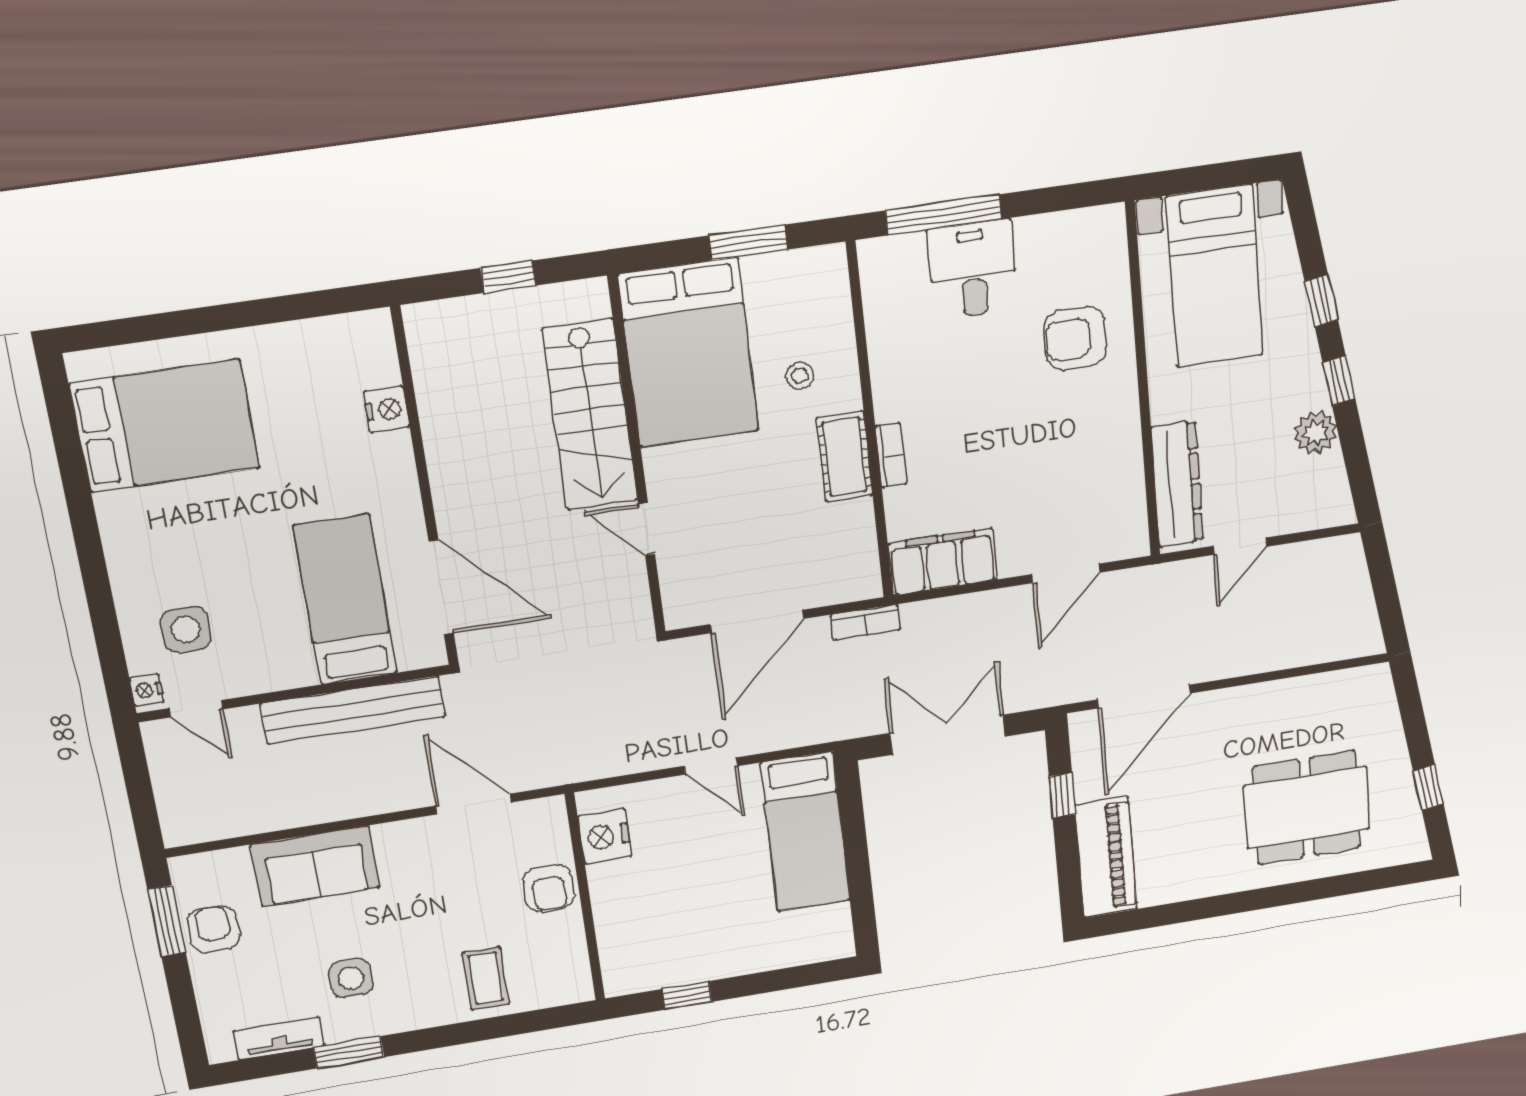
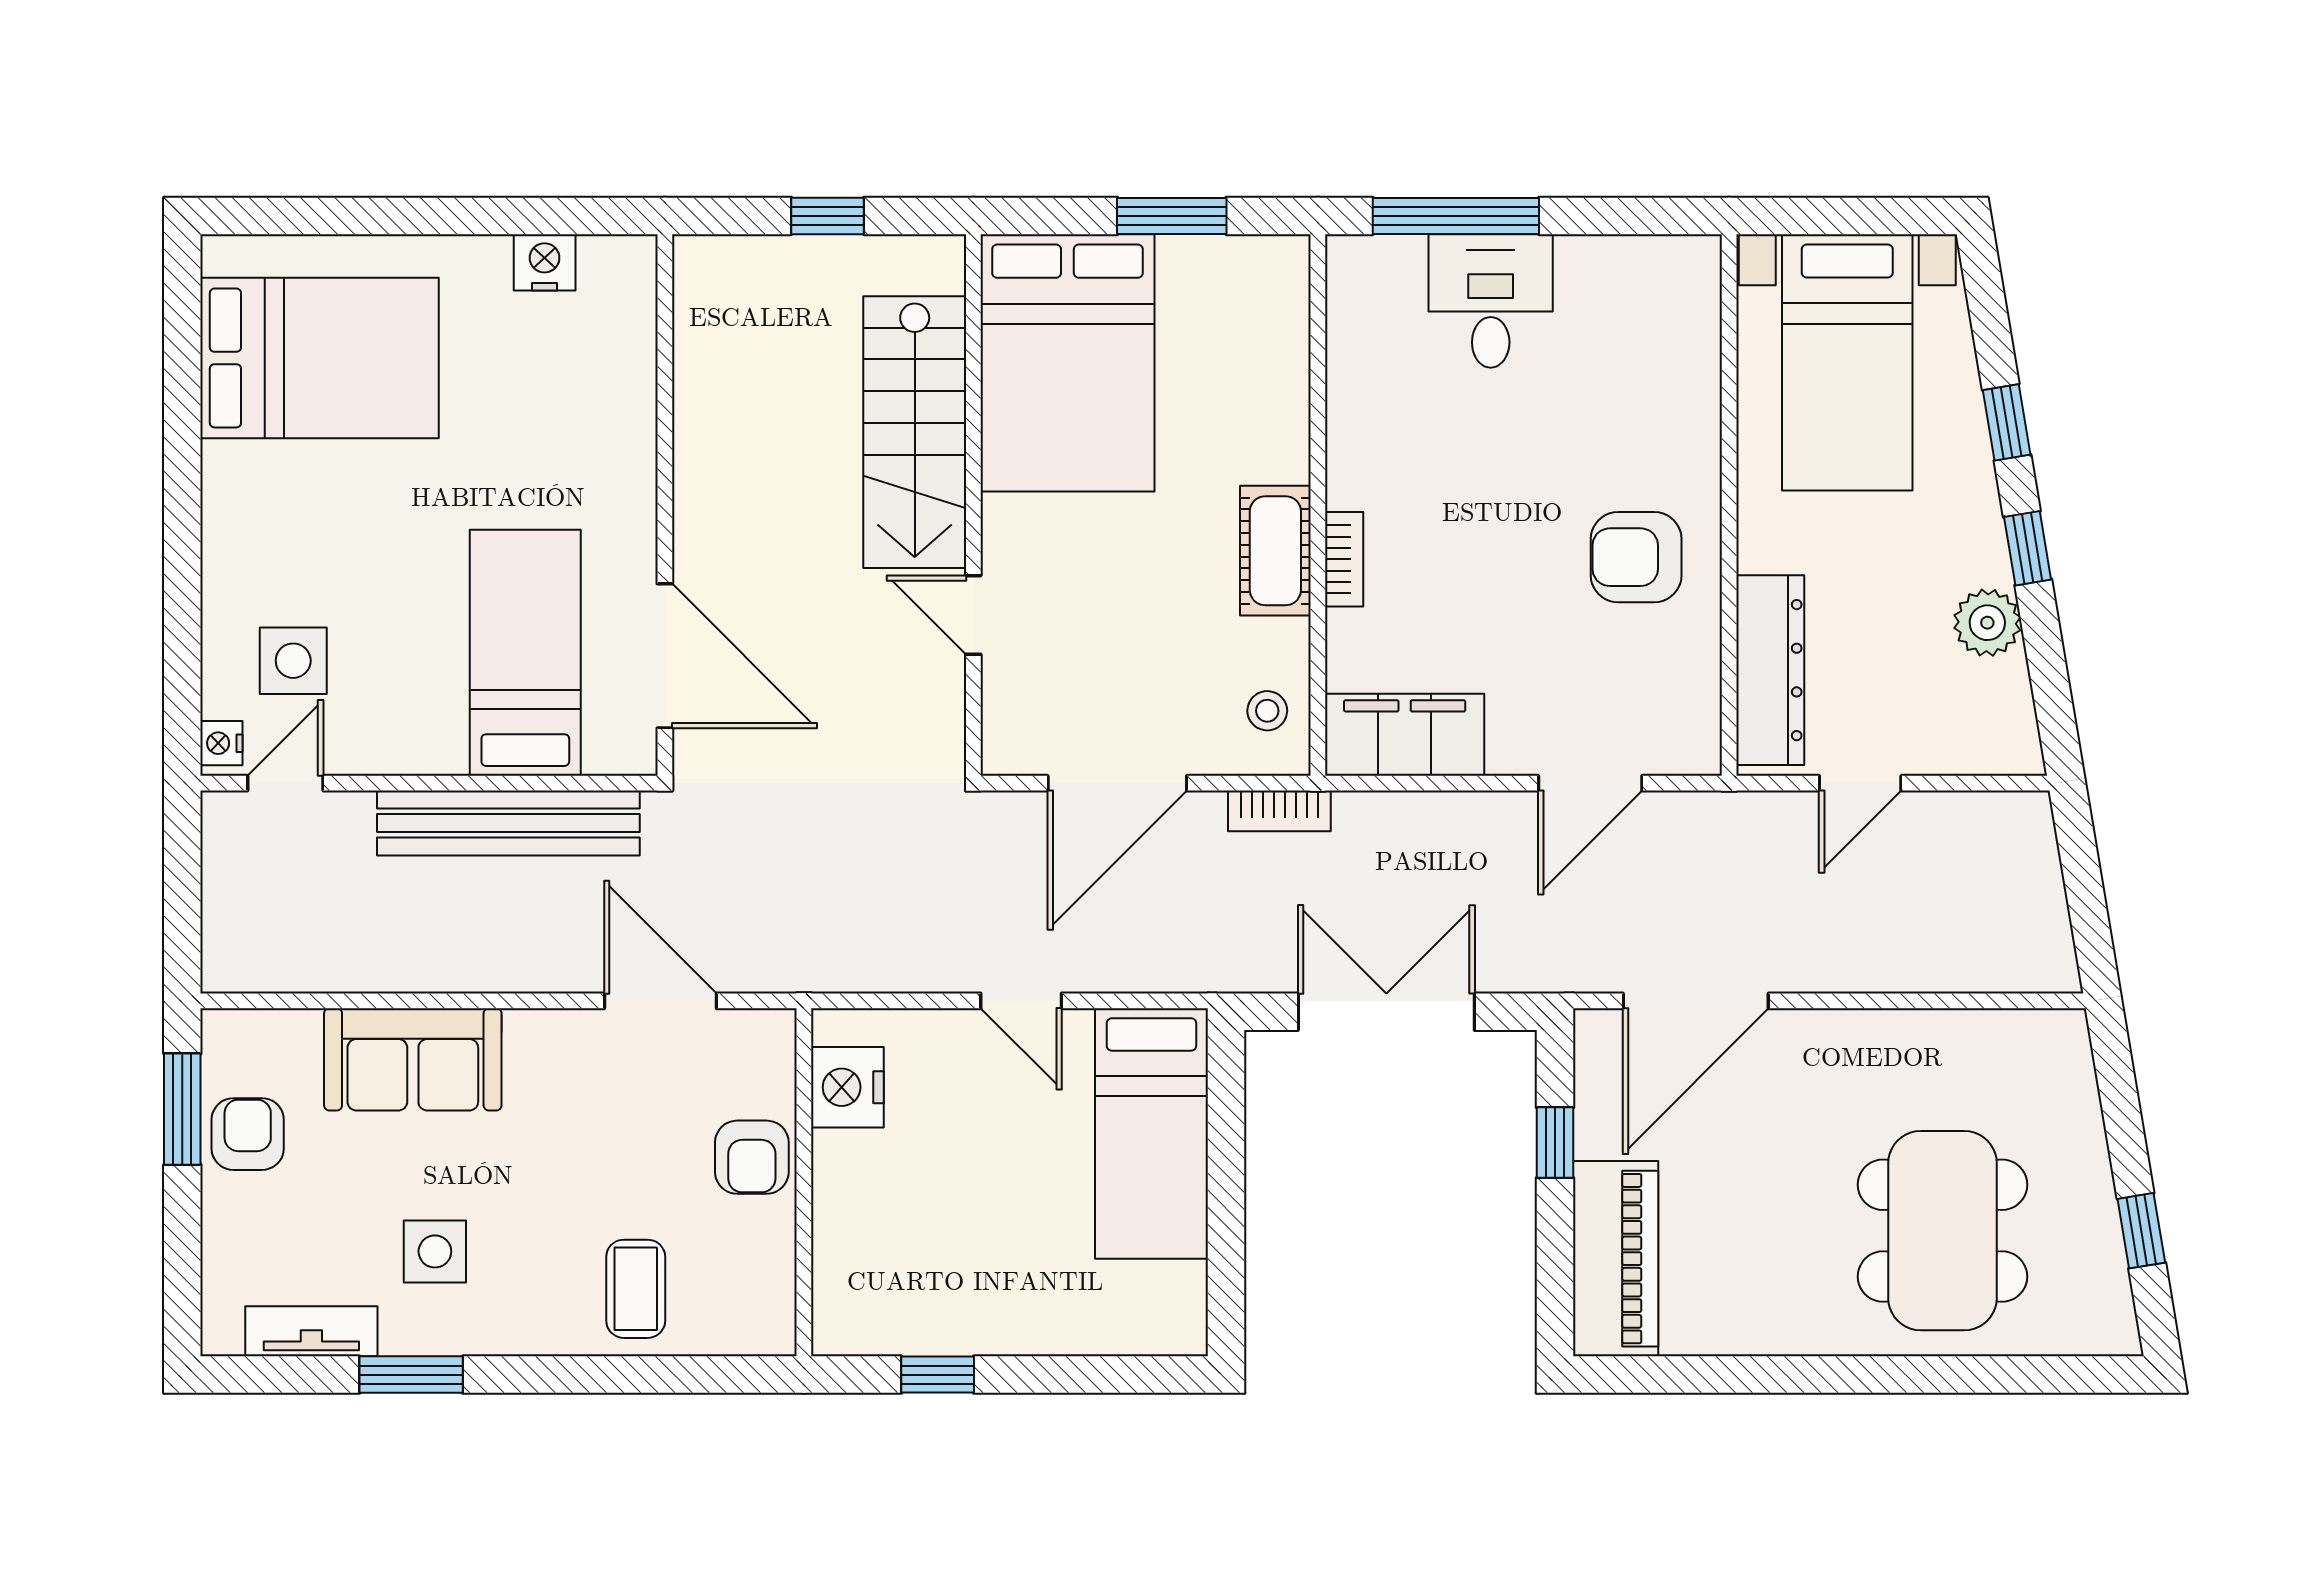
armchair: (1075, 338) -> (1636, 557), moved
stool: (800, 375) -> (1267, 711), moved
nightstand: (387, 409) -> (545, 262), moved, turned -90
door: (196, 709) -> (285, 783), swing flipped
dining table: (1307, 808) -> (1942, 1231), turned 90

